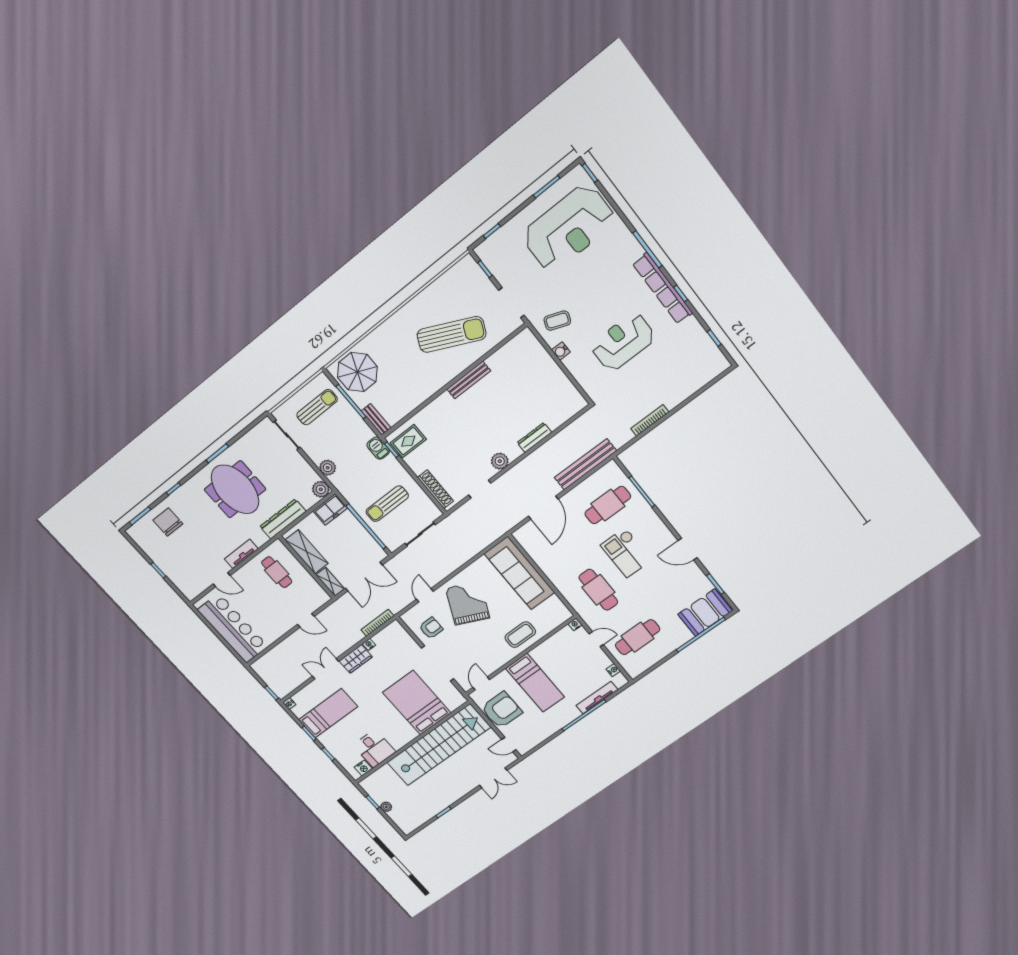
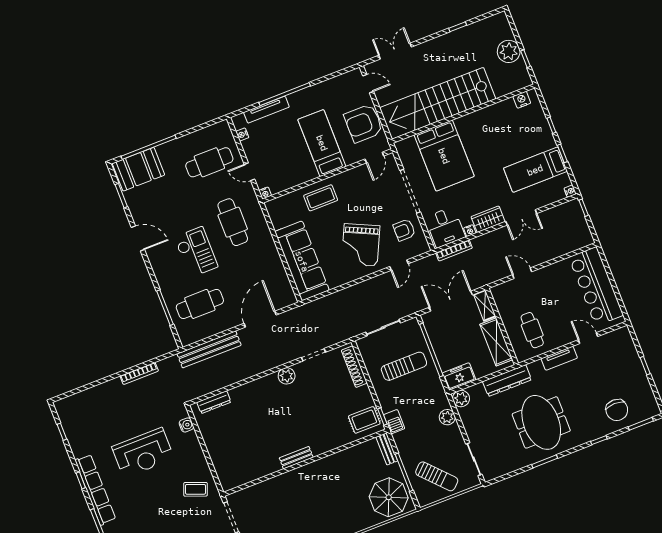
sun lounger: (452, 335) -> (293, 505), removed
water cooler: (561, 351) -> (186, 425), moved
bench: (469, 380) -> (296, 458), width x0.73
sun lounger: (317, 407) -> (437, 476), turned -133
dresser: (534, 437) -> (214, 402), moved
desk: (374, 749) -> (445, 227), moved, turned 180
plant: (386, 807) -> (509, 51), width x1.88, depth x1.88

